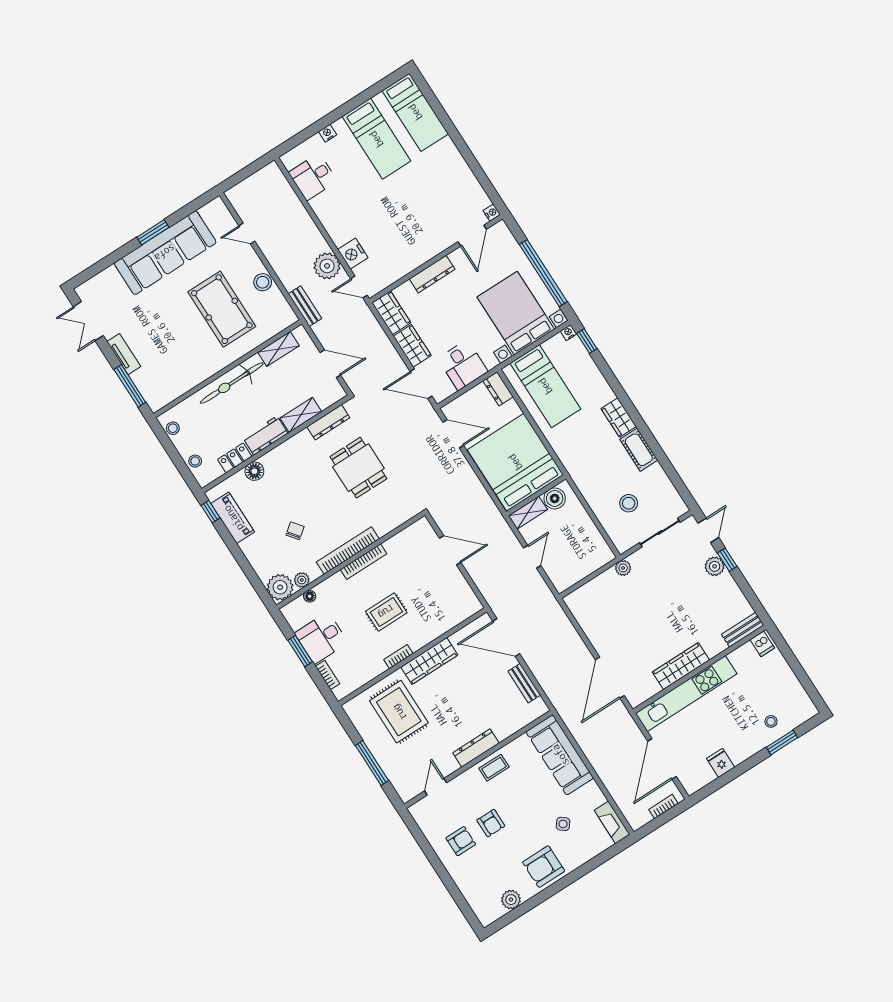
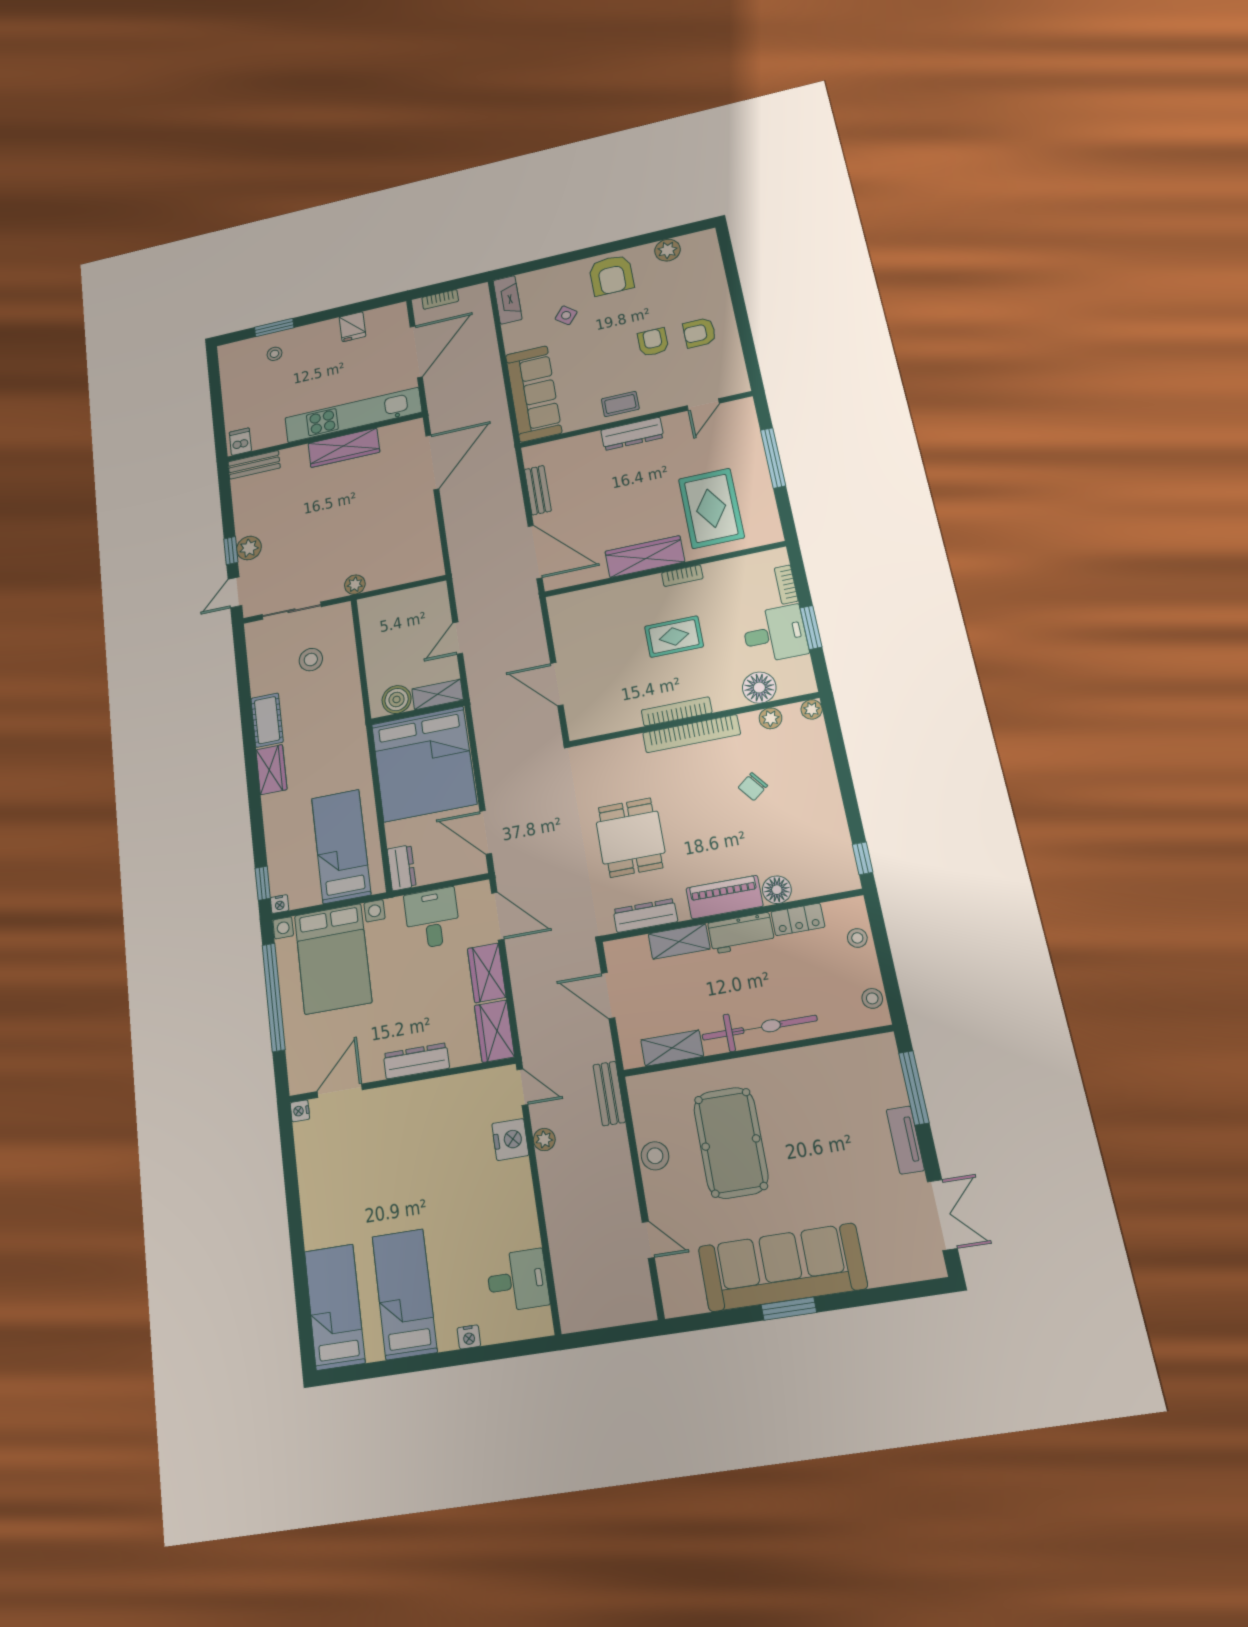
plant: (327, 266) -> (544, 1140), width x0.53, depth x0.53
piano: (233, 518) -> (724, 897), moved, turned 90
plant: (280, 587) -> (812, 709), width x0.53, depth x0.53
floor lamp: (310, 596) -> (759, 688), width x1.89, depth x1.89
armchair: (544, 867) -> (611, 275), turned 90

